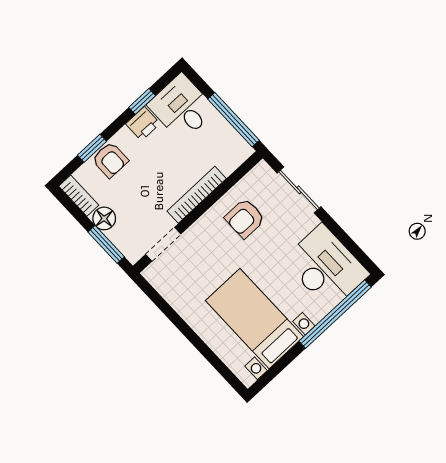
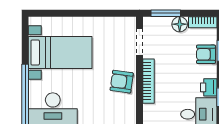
armchair: (245, 218) -> (122, 82), moved, turned -82

